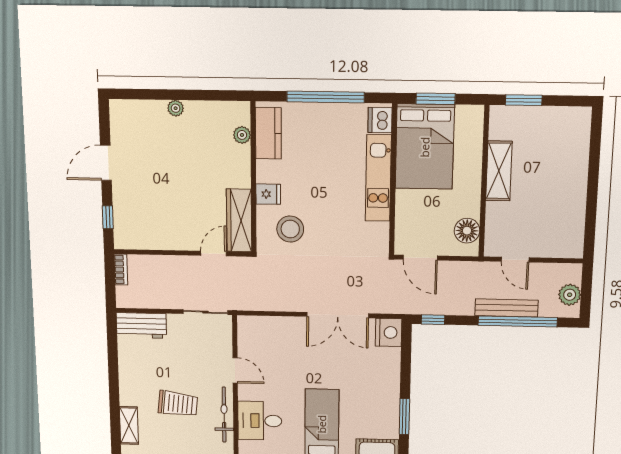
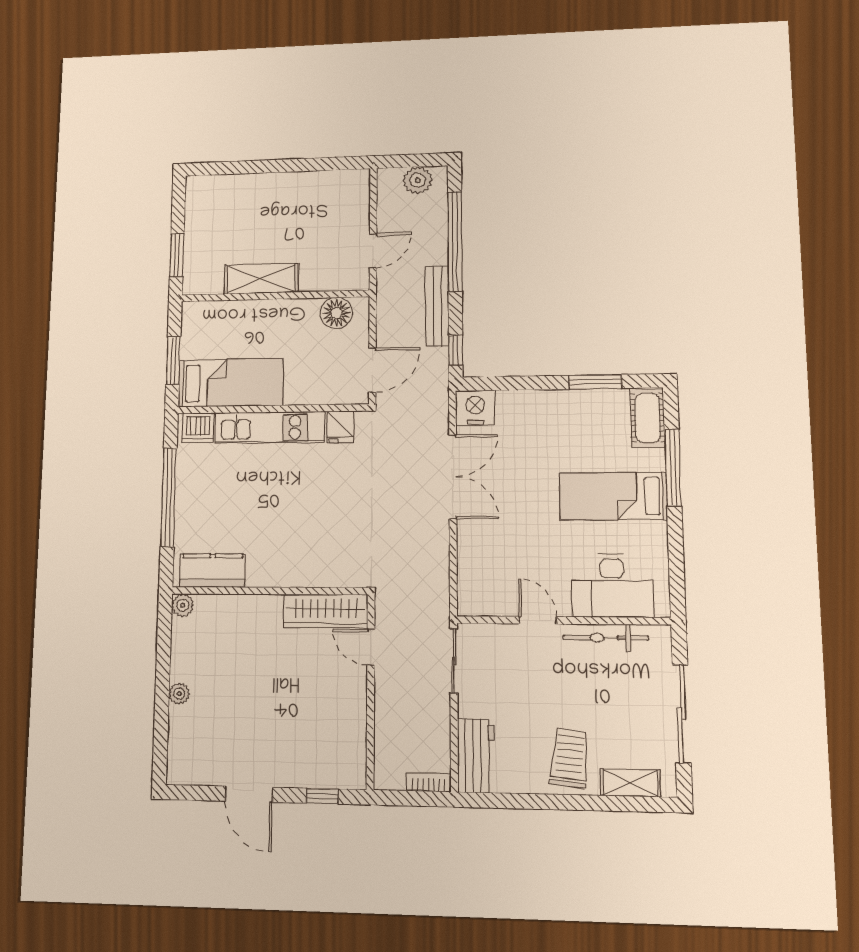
plant: (242, 135) -> (183, 605), moved
bed: (425, 147) -> (231, 383), width x0.67
fridge: (268, 194) -> (340, 427), moved, turned 180
stool: (290, 229) -> (336, 542), removed
bookcase: (121, 270) -> (429, 782), moved
bench: (506, 308) -> (437, 306), moved
door: (235, 370) -> (538, 620), hinge flipped
trolley: (178, 404) -> (570, 758), moved
desk: (260, 421) -> (612, 585), width x1.37

